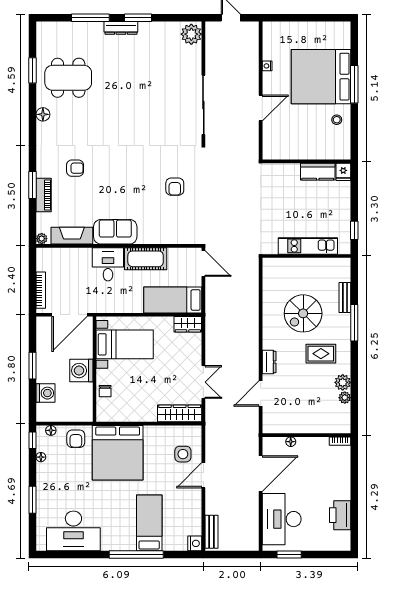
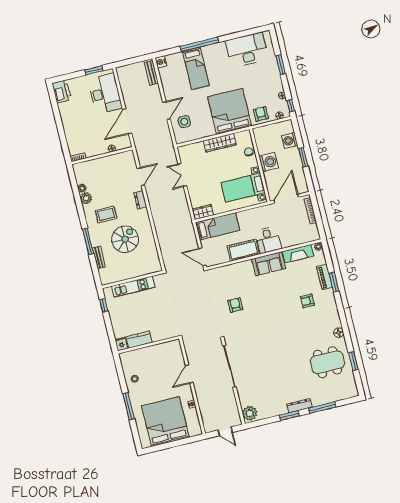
bed: (321, 77) -> (165, 422), moved, turned -90
wardrobe: (180, 413) -> (220, 143), moved
printer: (340, 515) -> (62, 92), moved

